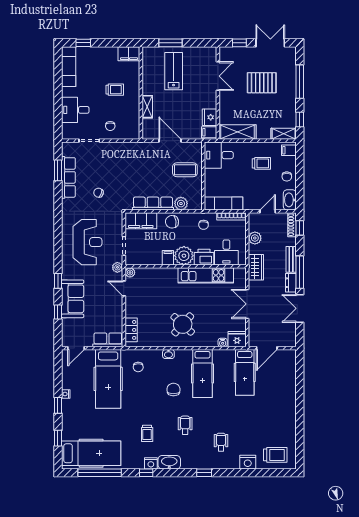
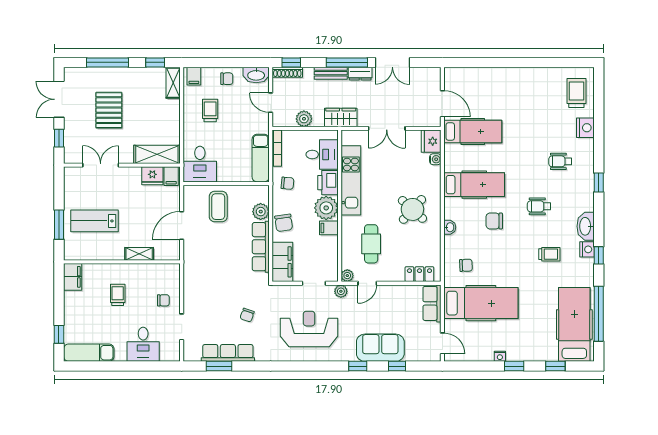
shelving: (238, 132) -> (157, 154), moved, turned 90
cafe table: (155, 291) -> (371, 244), added

